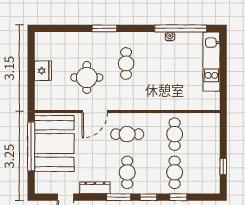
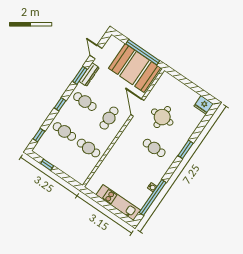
fridge: (43, 71) -> (204, 105), moved
window: (119, 197) -> (80, 75), moved
window: (178, 197) -> (39, 135), moved

